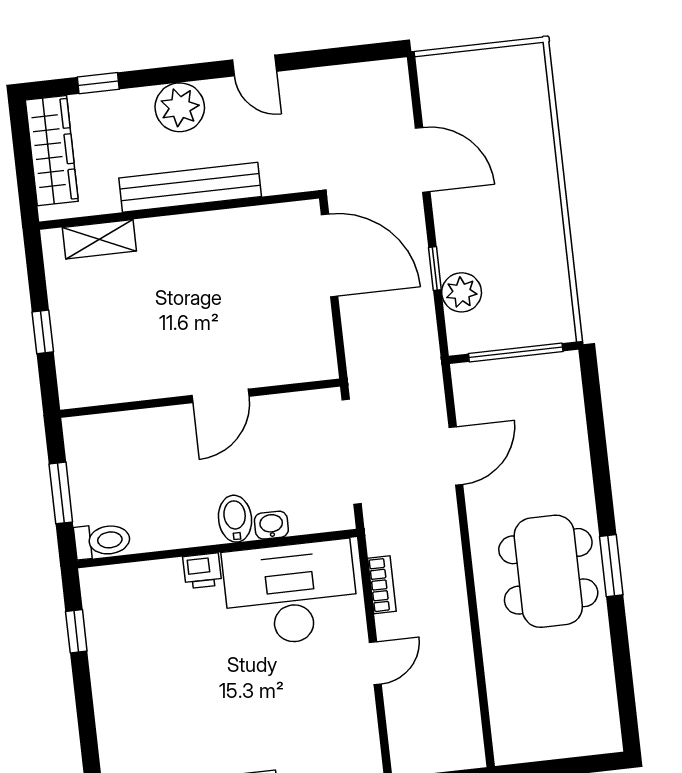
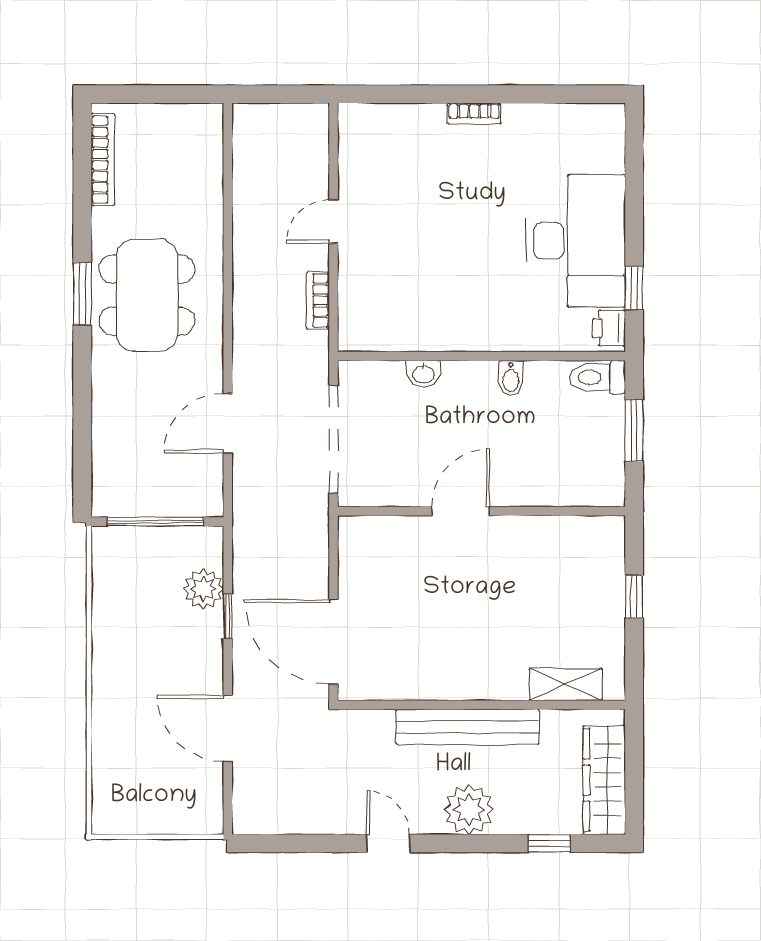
bidet: (235, 519) -> (511, 378), moved, width x0.72, depth x0.74
printer: (202, 571) -> (609, 328), moved, turned -90
desk: (291, 593) -> (576, 241), moved, turned -90
bookcase: (606, 698) -> (103, 160), added

